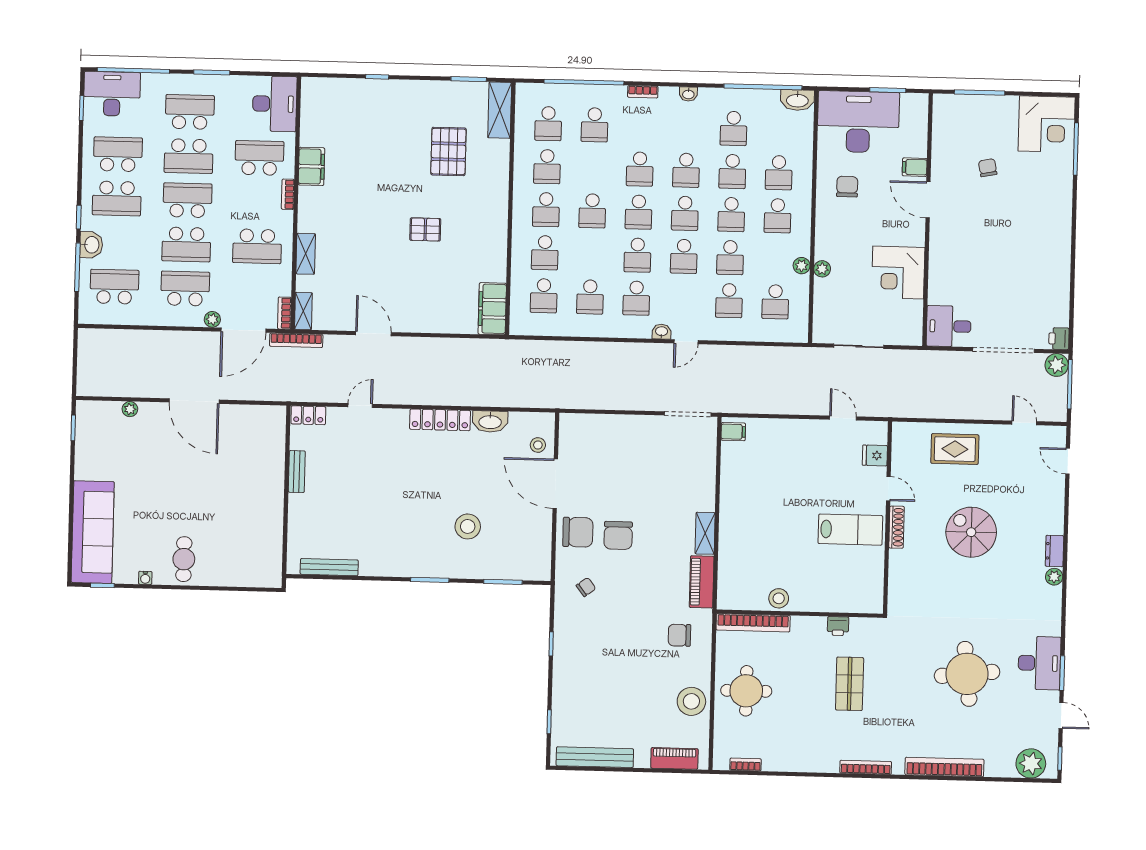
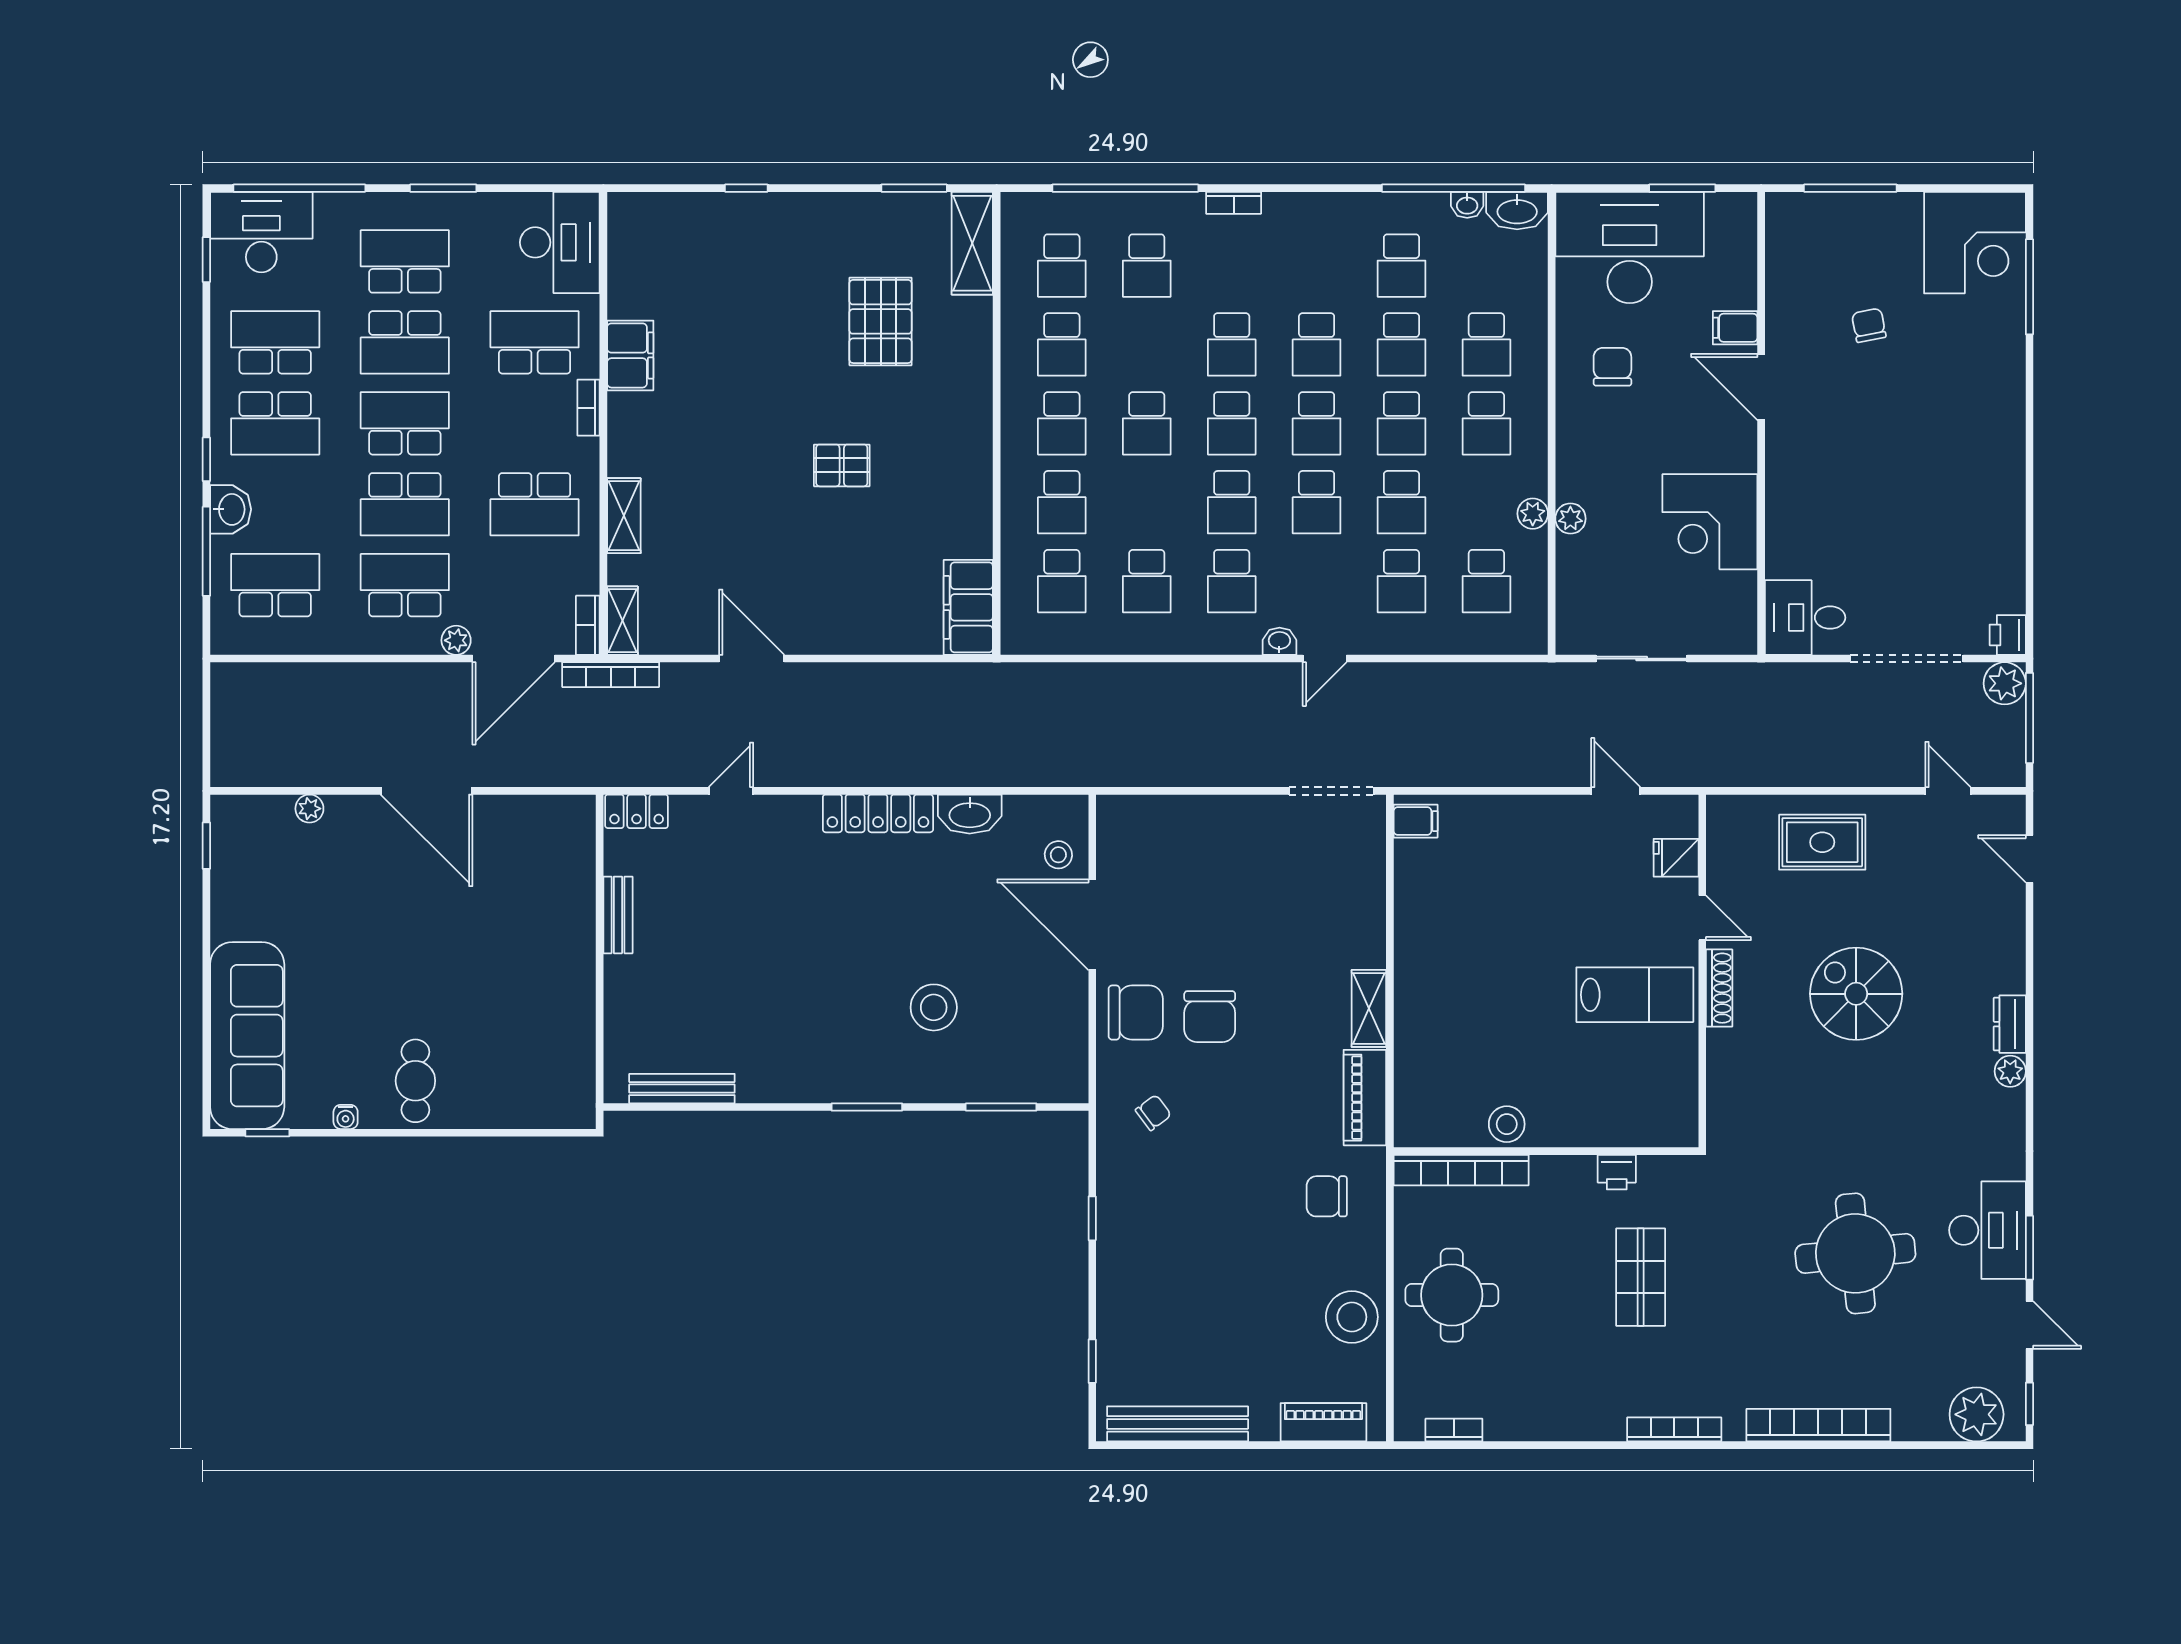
washbasin: (688, 94) -> (1467, 205), moved

